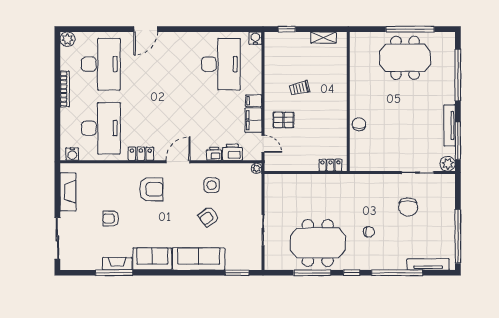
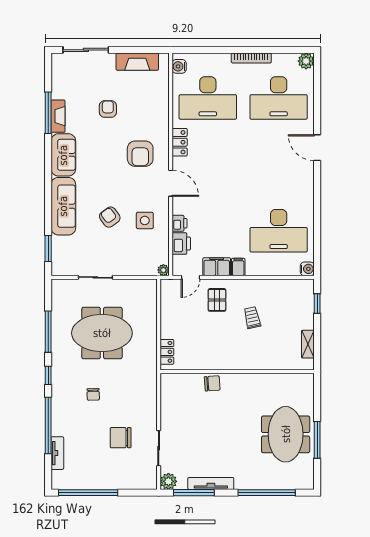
window: (410, 29) -> (317, 440), width x0.68
meeting table: (318, 243) -> (102, 333), moved, turned 90
tv unit: (428, 264) -> (57, 453), width x0.71

